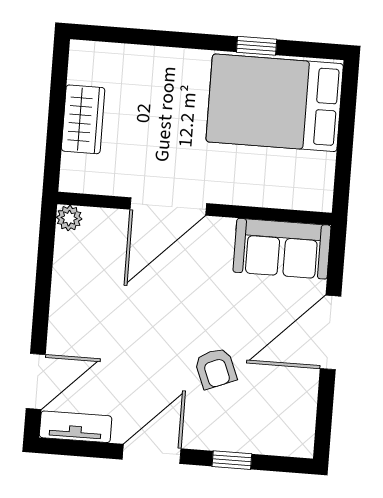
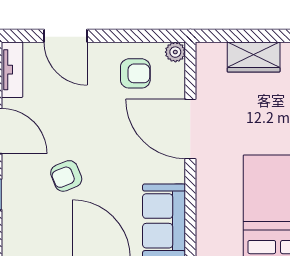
armchair: (92, 271) -> (135, 73), added
door: (36, 381) -> (65, 36), moved

